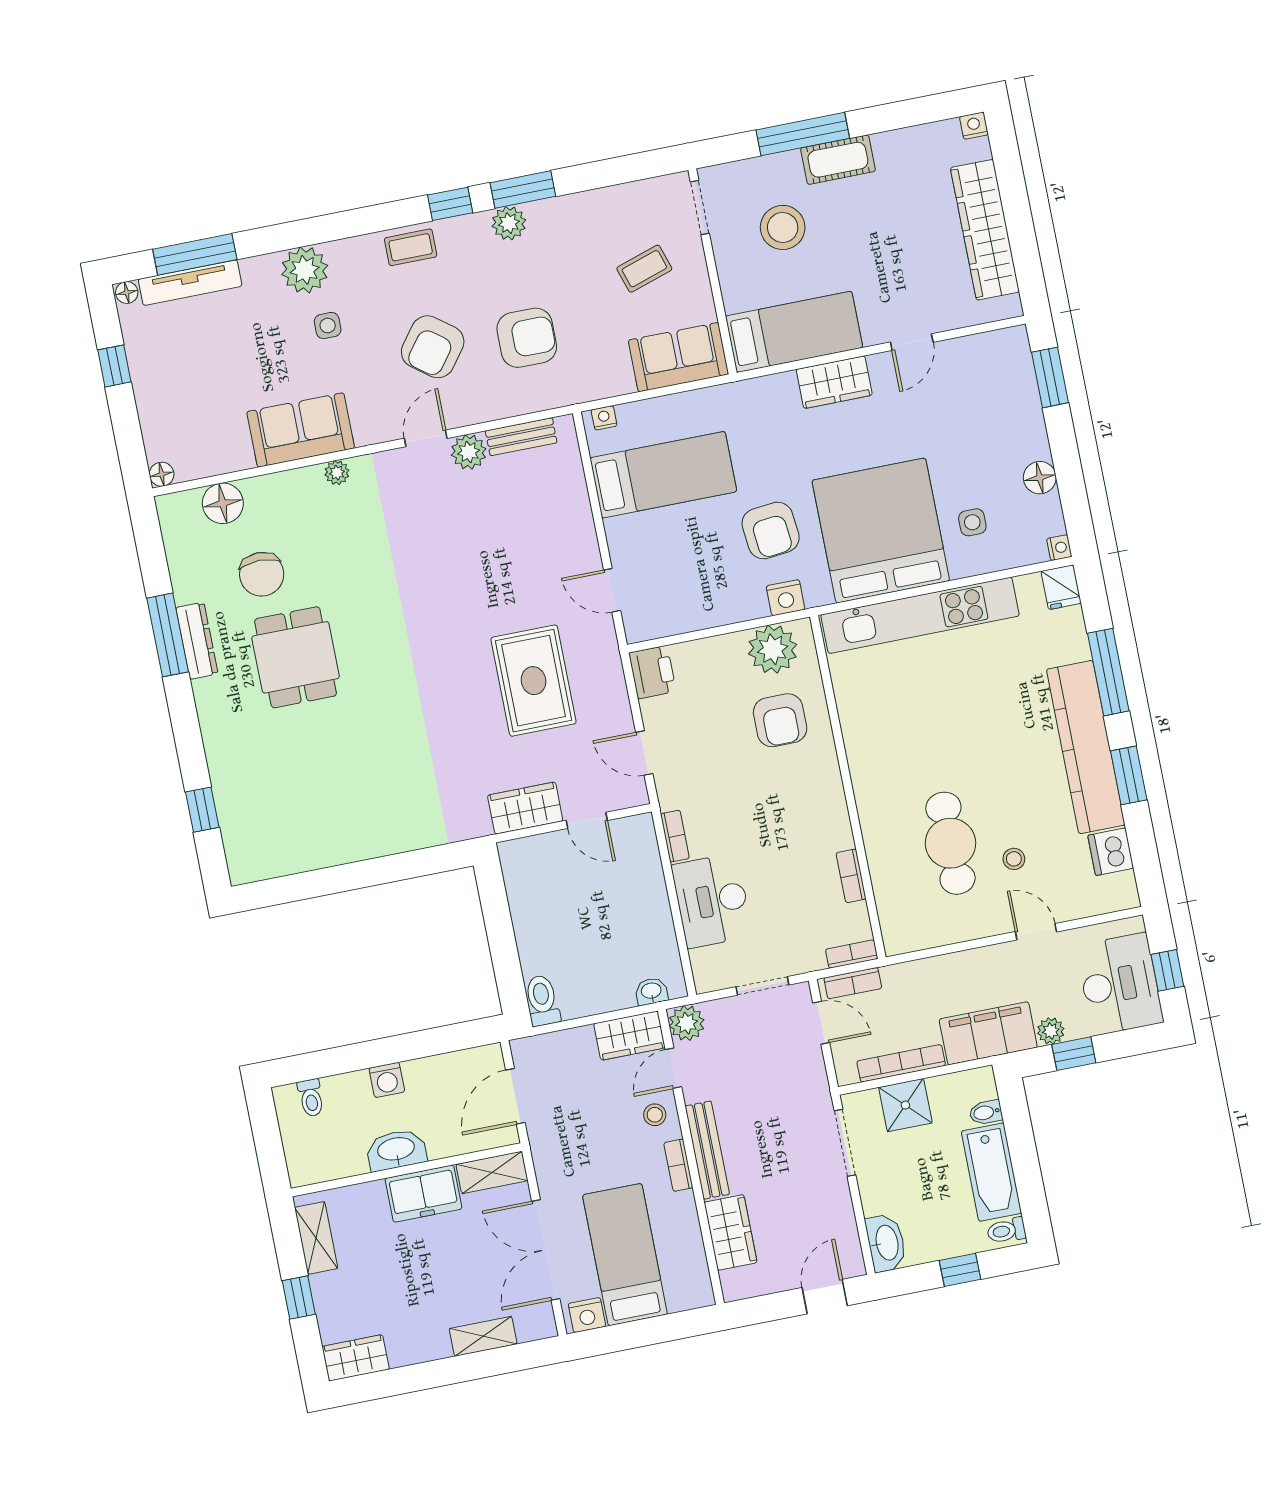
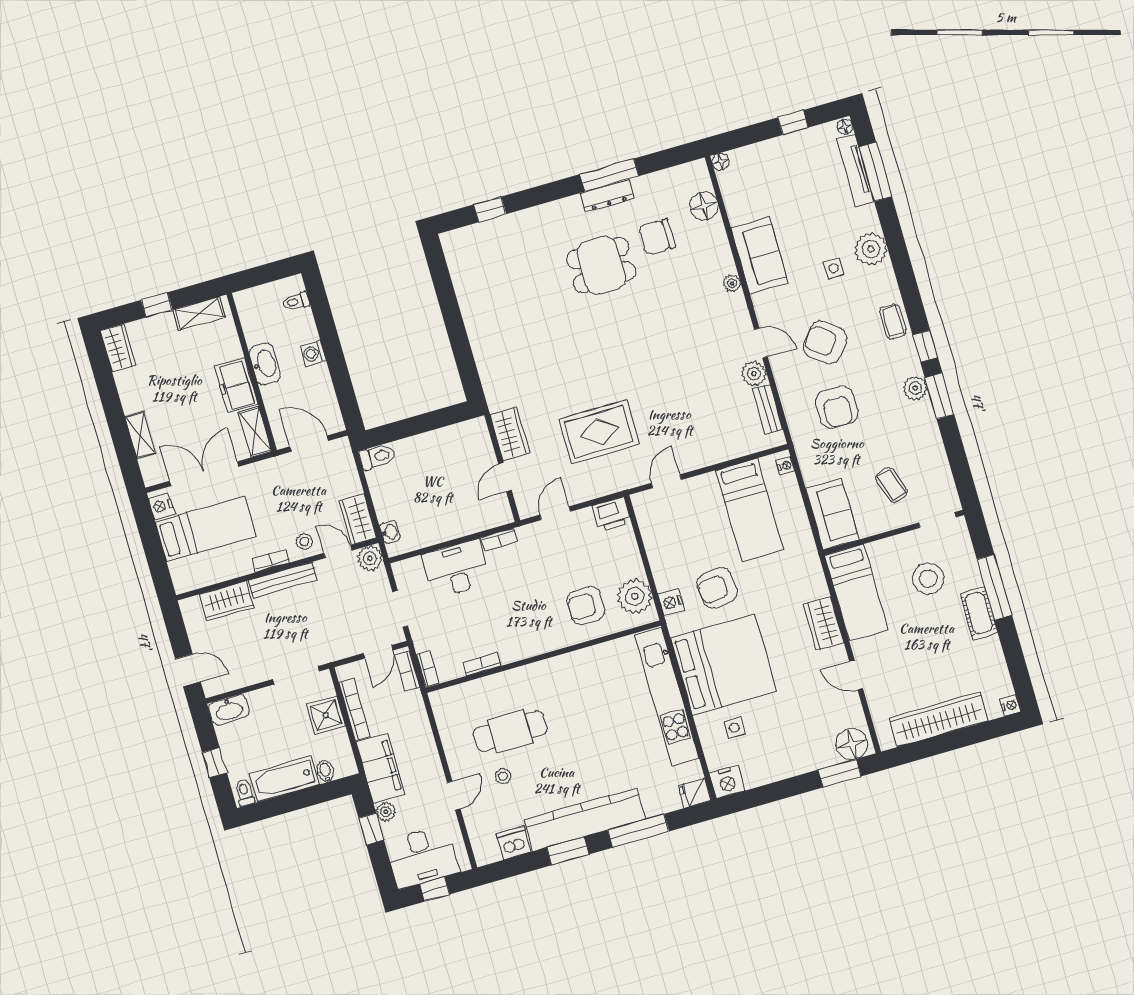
floor lamp: (1040, 478) -> (852, 744), moved, width x1.38, depth x1.38
nightstand: (1059, 548) -> (727, 782), width x1.89, depth x1.79

